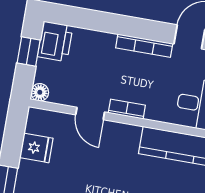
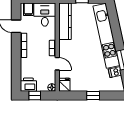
door: (90, 113) -> (57, 64), hinge flipped
fridge: (36, 148) -> (64, 85), moved

